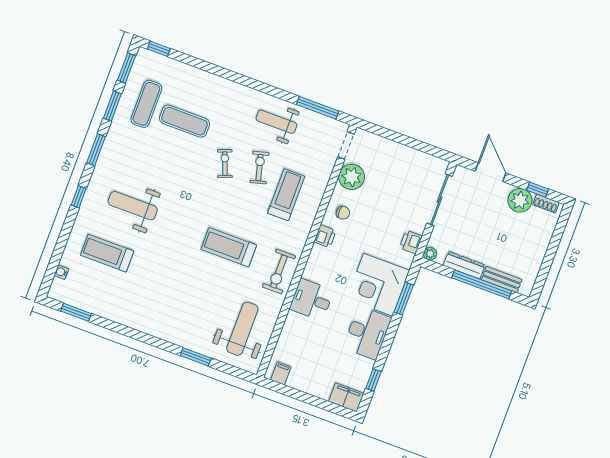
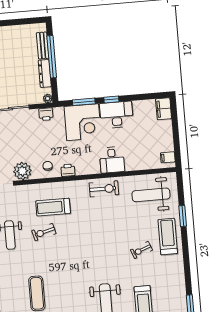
exercise bike: (225, 164) -> (141, 250), moved
treadmill: (229, 247) -> (168, 237), moved, turned 180
window: (373, 380) -> (111, 100), moved

